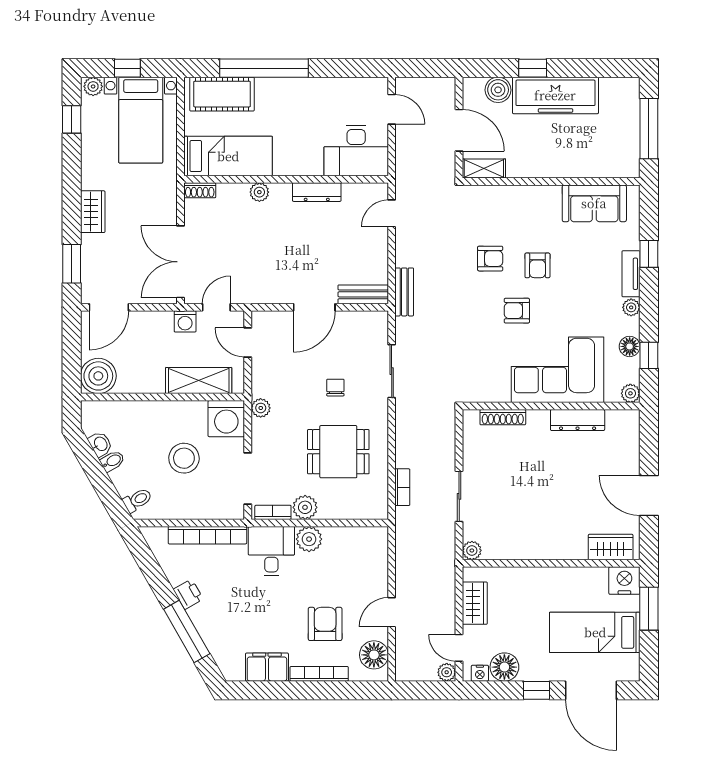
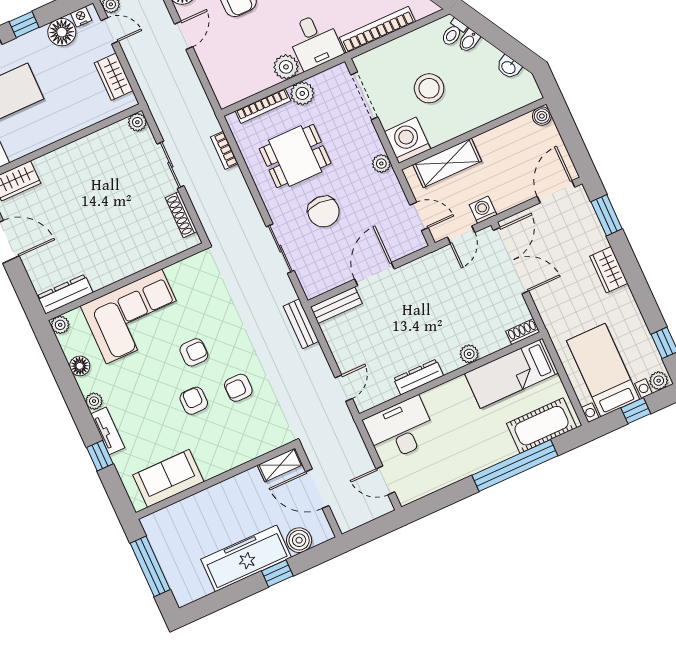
window: (649, 355) -> (59, 366), removed
boiler: (98, 376) -> (542, 116), width x0.54, depth x0.54
chair: (335, 388) -> (324, 212), width x1.87, depth x1.87
shoe rack: (503, 417) -> (181, 215), moved, turned -90
dresser: (578, 420) -> (65, 294), moved
bidet: (112, 461) -> (469, 41), moved
bookcase: (273, 512) -> (263, 106), moved, width x1.56

